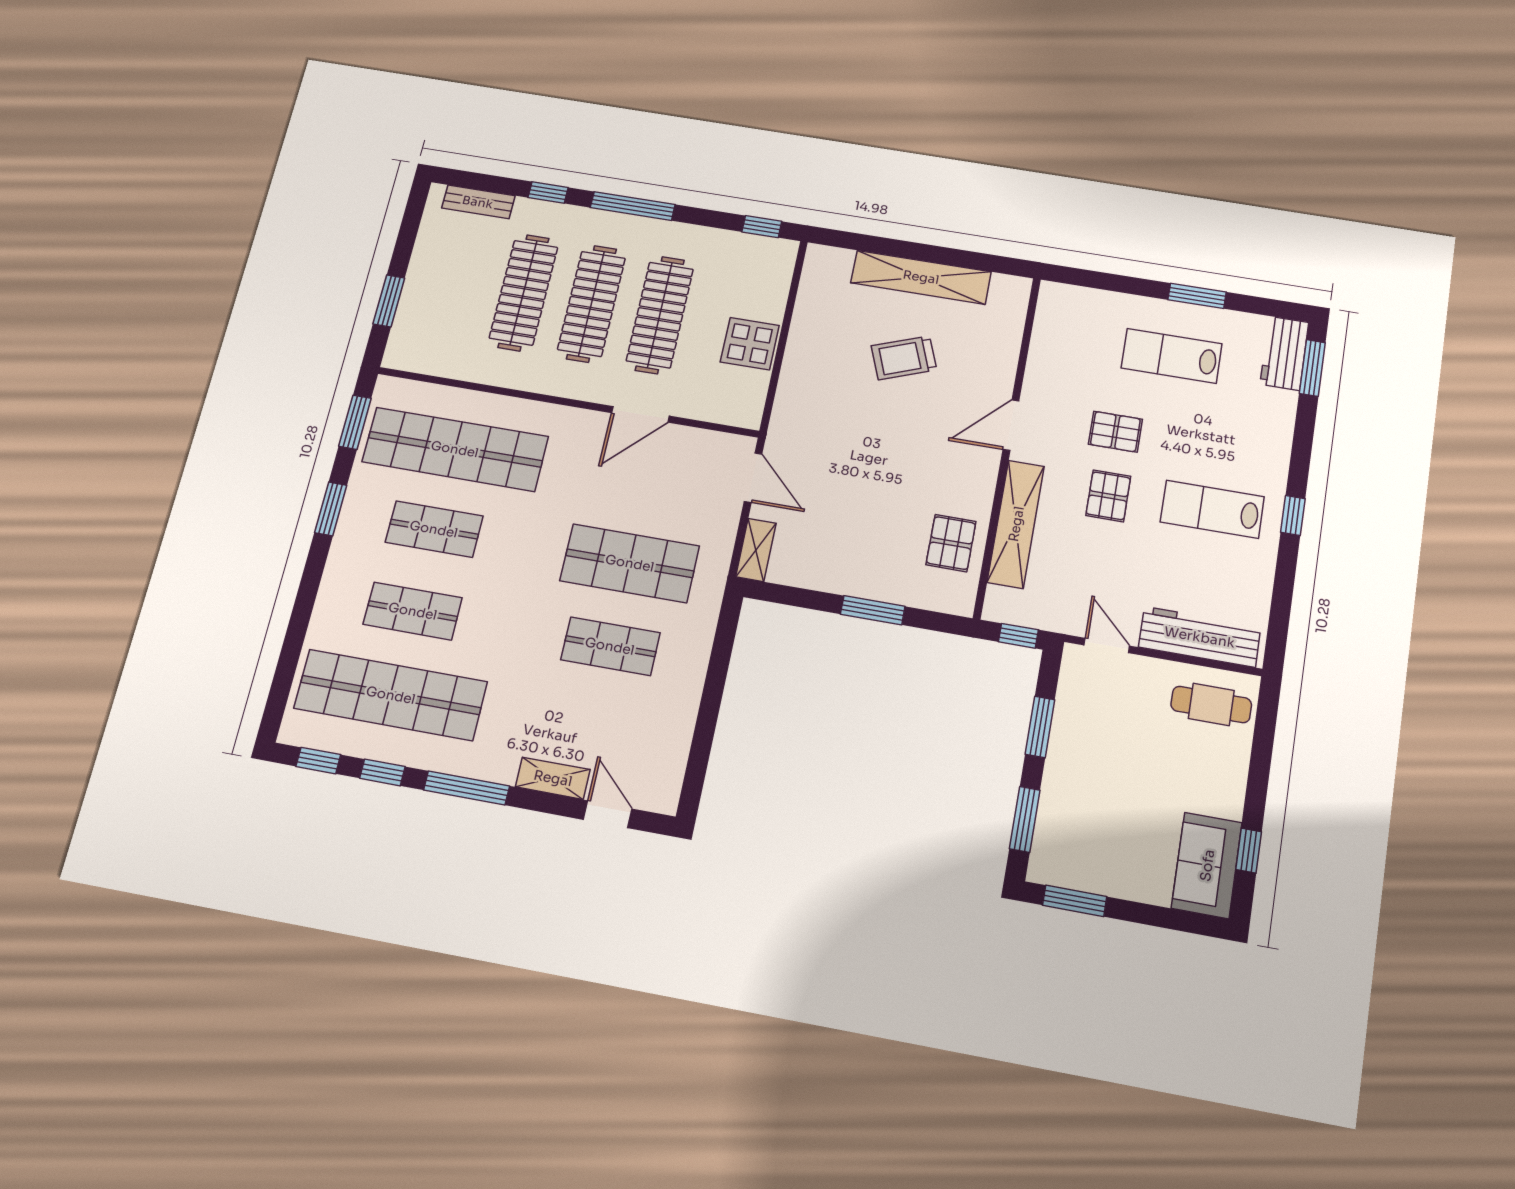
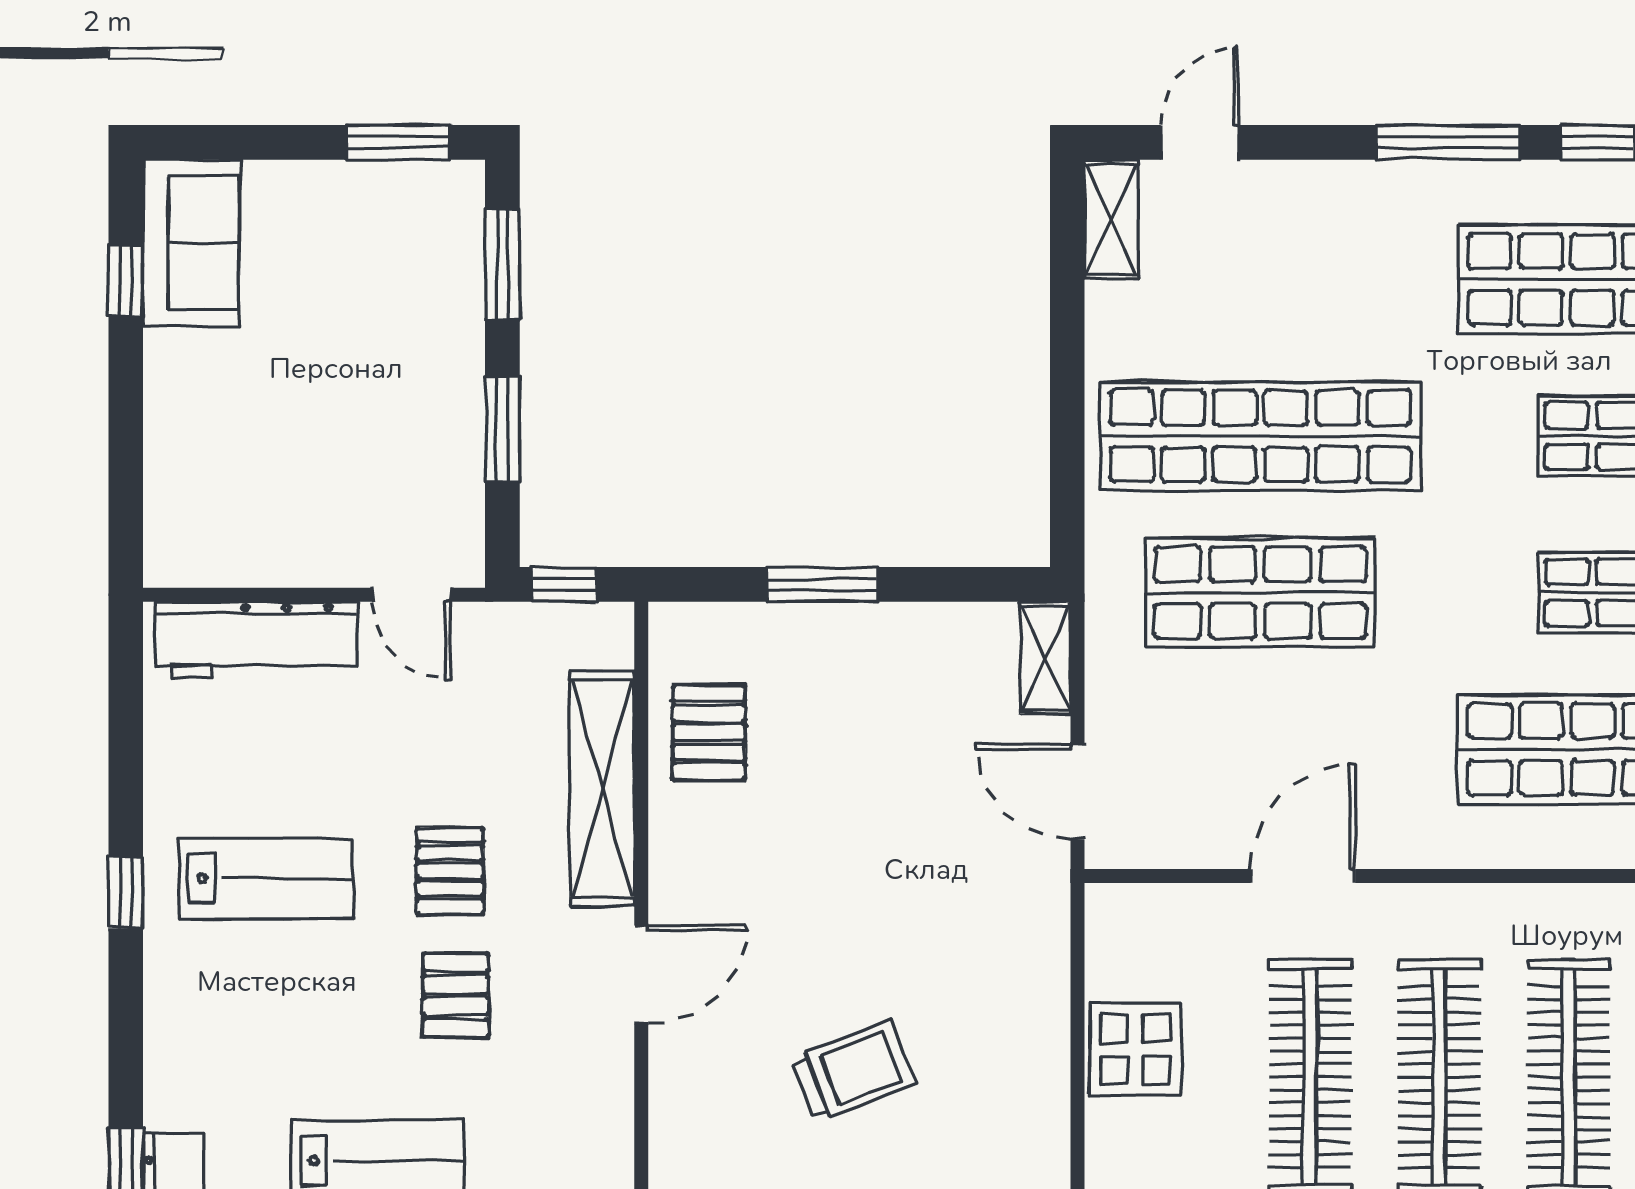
pallet: (1115, 432) -> (456, 995), turned 90
shop shelf: (610, 646) -> (1260, 436), width x2.00, depth x1.36
cafe table: (1211, 704) -> (221, 522), removed
shelving: (553, 778) -> (1111, 219), moved, turned 90
door: (608, 814) -> (1200, 142), swing flipped

